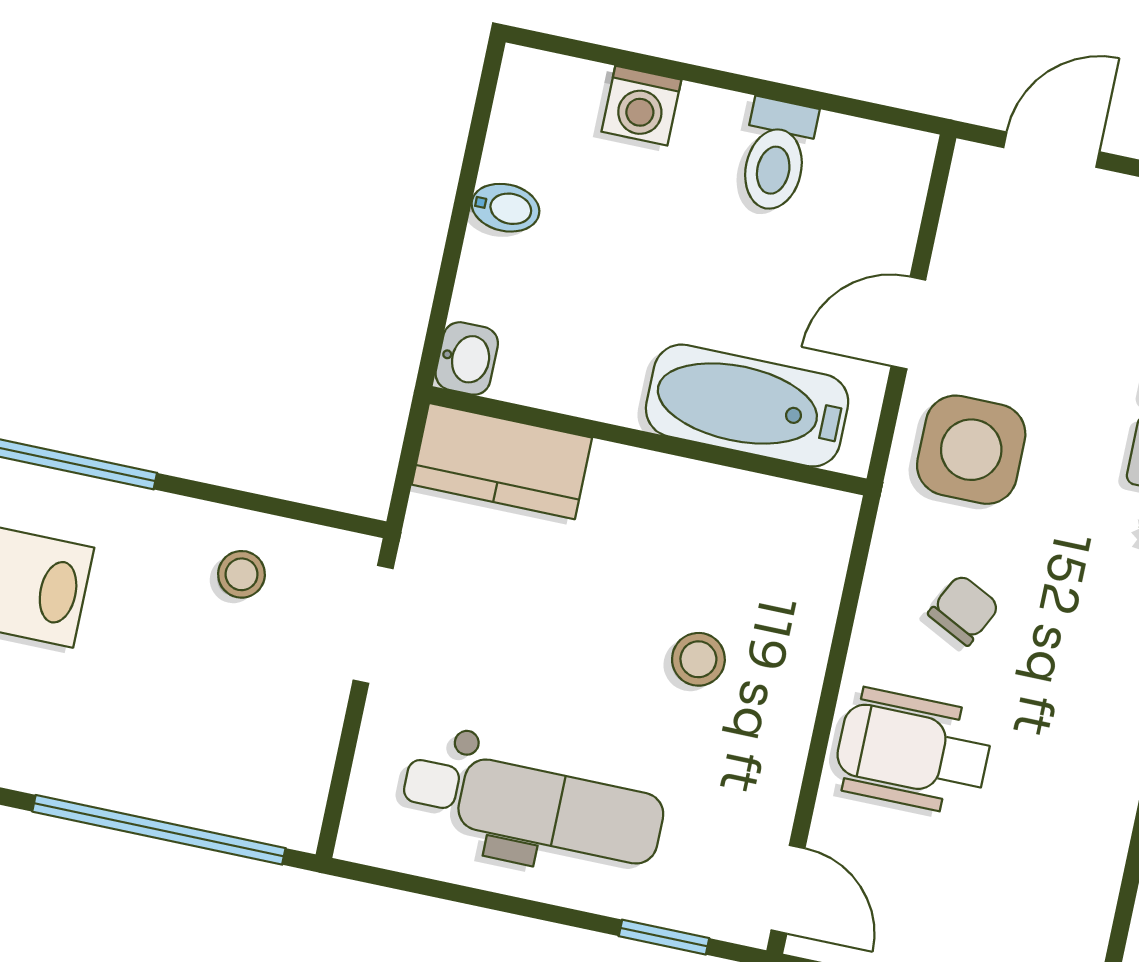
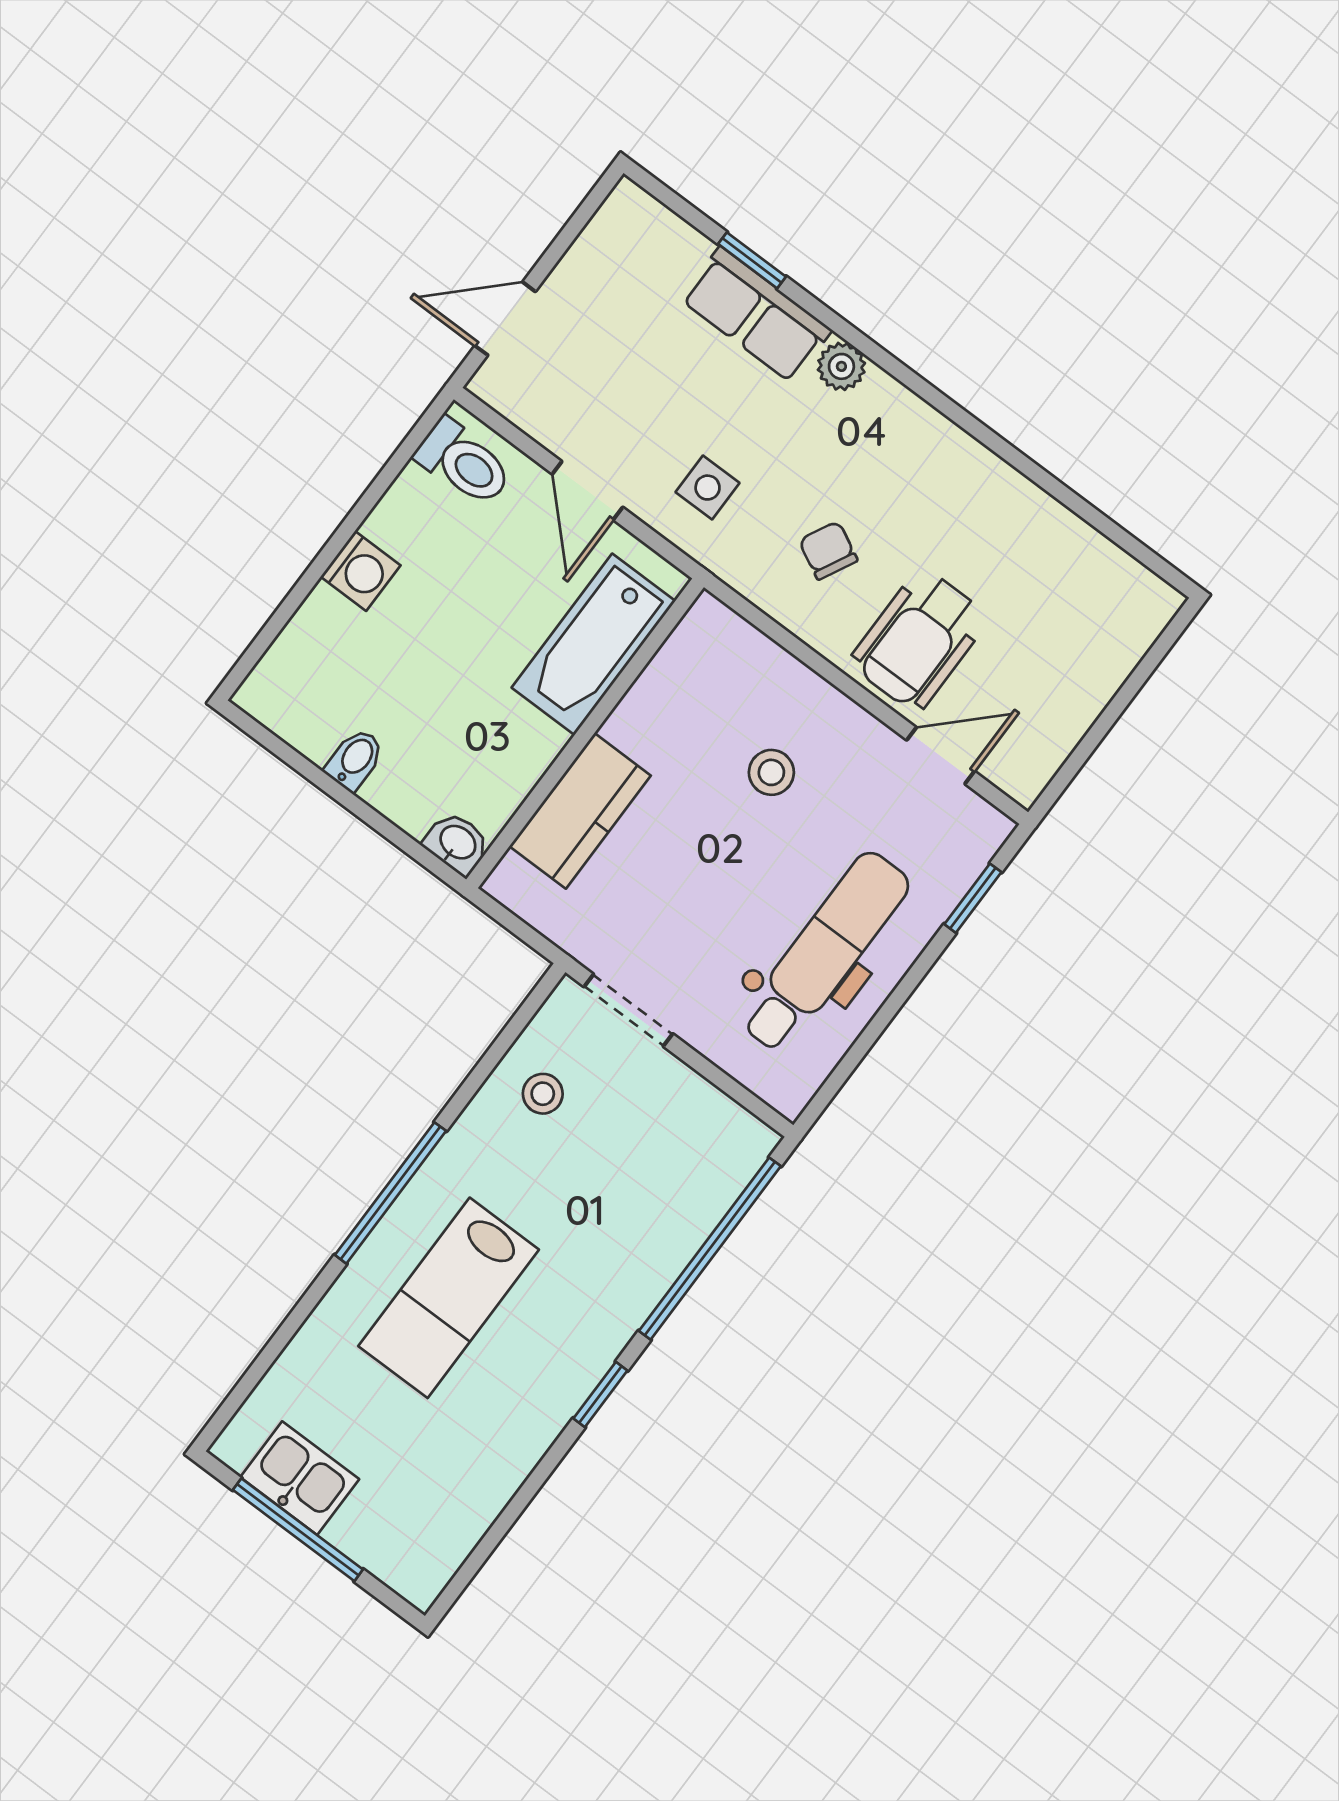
washing machine: (641, 106) -> (361, 571), moved
door: (1051, 150) -> (505, 319), hinge flipped
toilet: (776, 155) -> (464, 462), moved
side table: (971, 450) -> (708, 488), width x0.54, depth x0.54
kitchen counter: (502, 461) -> (580, 811), moved
door: (788, 889) -> (941, 756), moved

